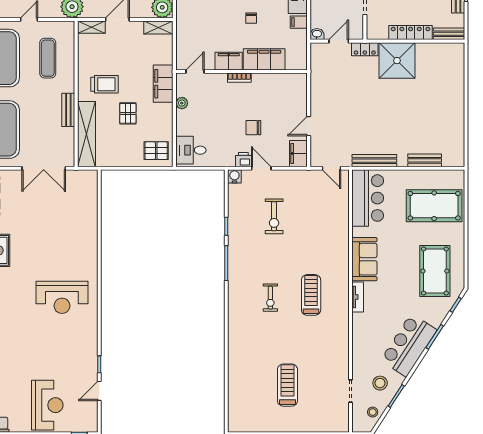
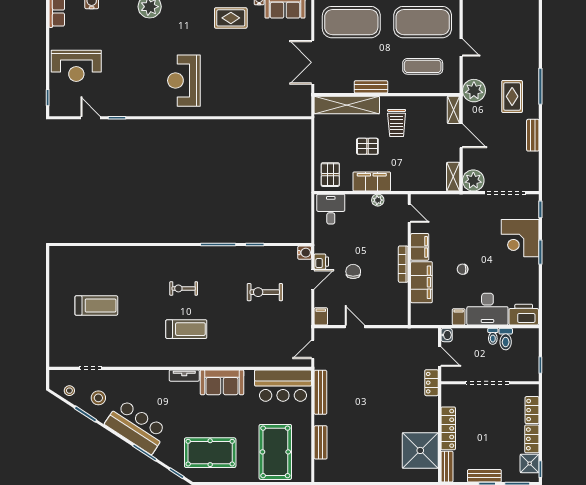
shower: (397, 61) -> (420, 450), moved
bookcase: (239, 78) -> (403, 264), width x1.56
filing cabinet: (163, 84) -> (372, 181), moved
filing cabinet: (298, 154) -> (321, 316), width x0.50

